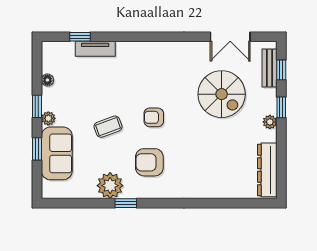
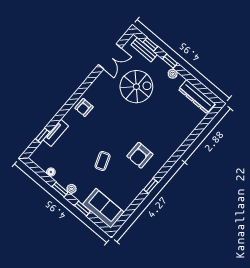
armchair: (154, 117) -> (84, 108), moved
sofa: (57, 153) -> (103, 208), moved
plant: (110, 186) -> (135, 186), removed

